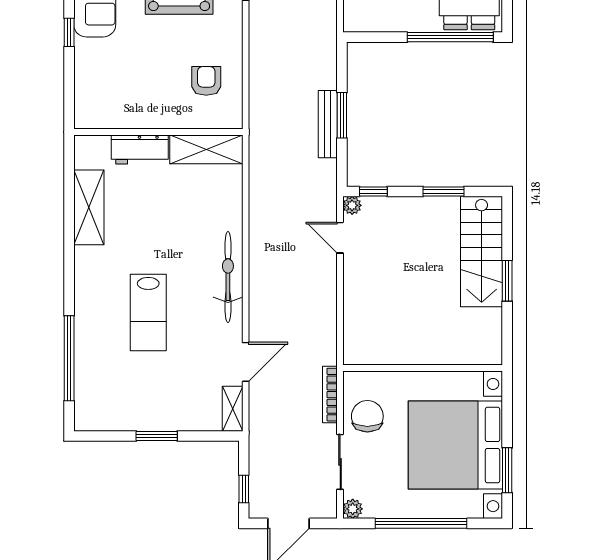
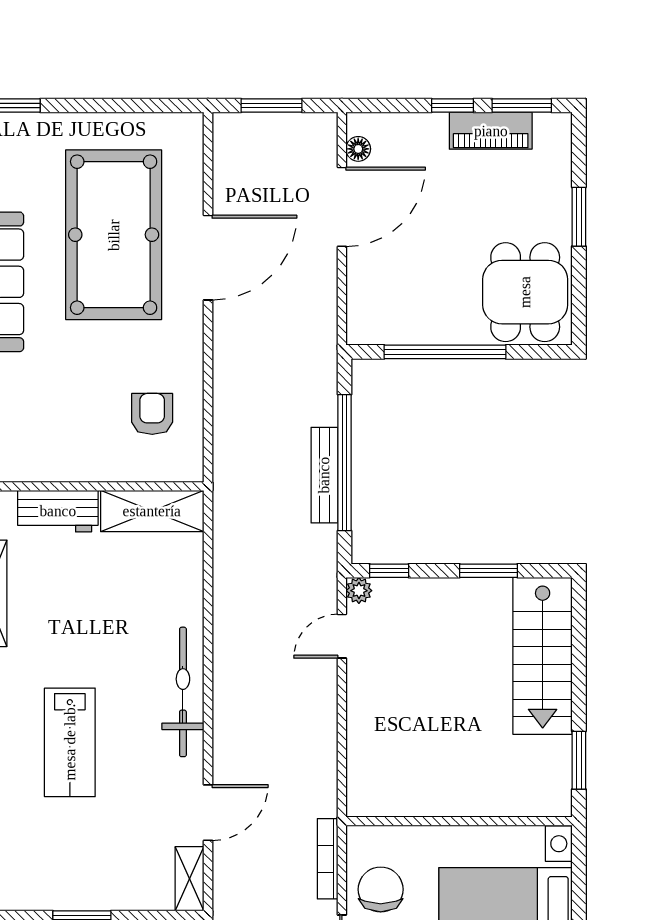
window: (450, 37) -> (445, 352), moved
window: (342, 115) -> (345, 463), width x2.11
door: (340, 238) -> (342, 636), hinge flipped
window: (507, 281) -> (579, 760), moved

